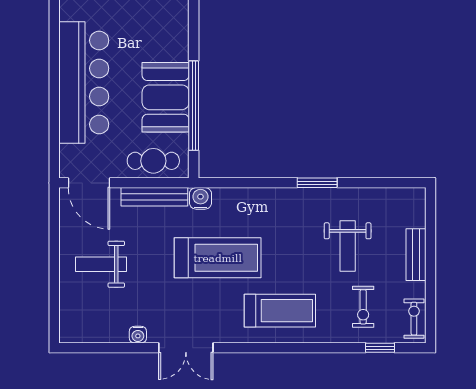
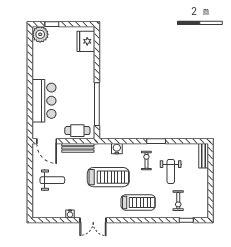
bar counter: (84, 82) -> (44, 101), width x0.73
booth: (166, 97) -> (83, 100), removed
water cooler: (200, 198) -> (117, 149), moved
bench: (416, 255) -> (204, 156), moved
weight bench: (101, 264) -> (52, 180), turned 180
exercise bike: (414, 319) -> (146, 160), moved

